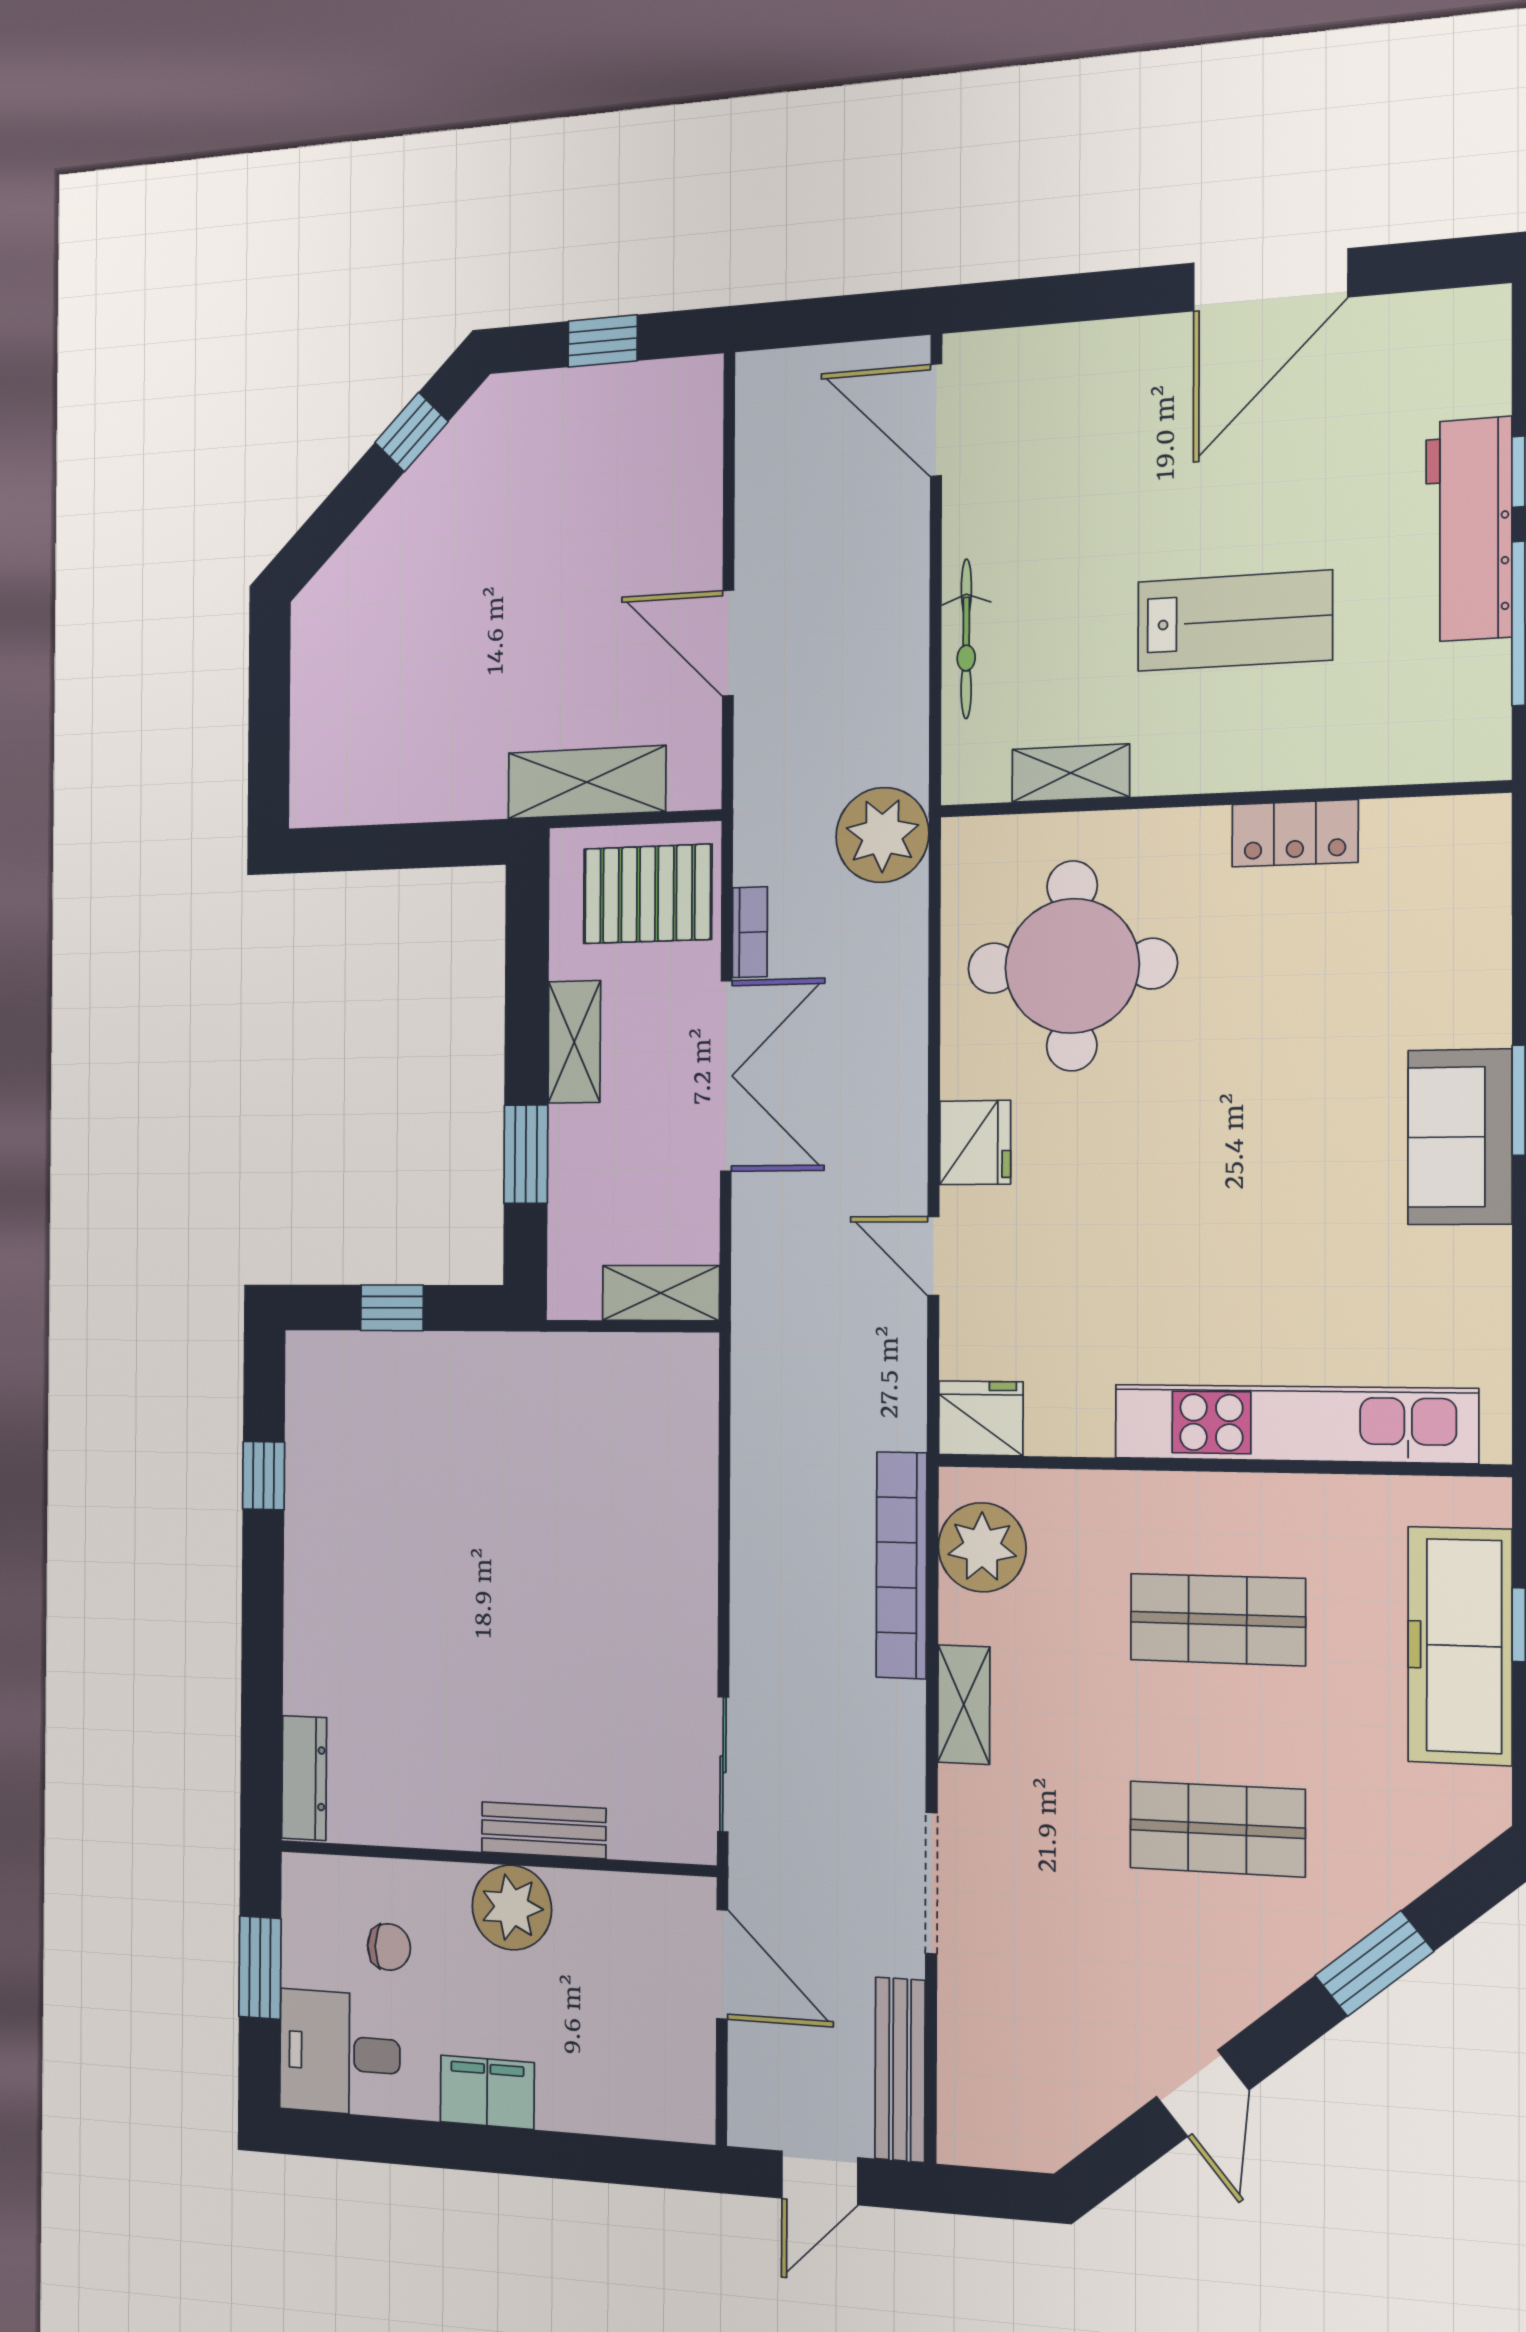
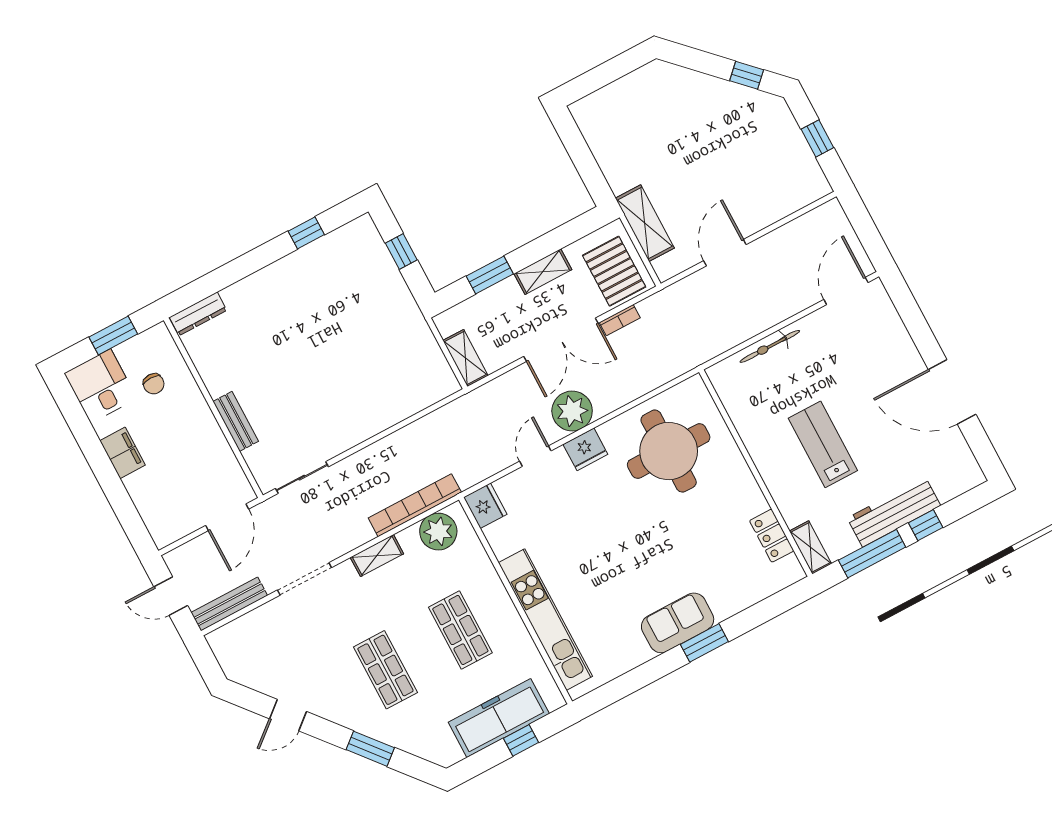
lab bench: (1235, 621) -> (823, 444), turned 180
shelving: (1071, 773) -> (810, 547), moved
locker: (1295, 833) -> (772, 536), moved
plant: (882, 835) -> (572, 411), moved
plant: (512, 1908) -> (199, 425), removed

